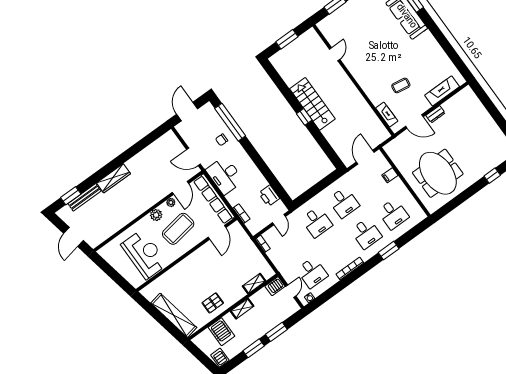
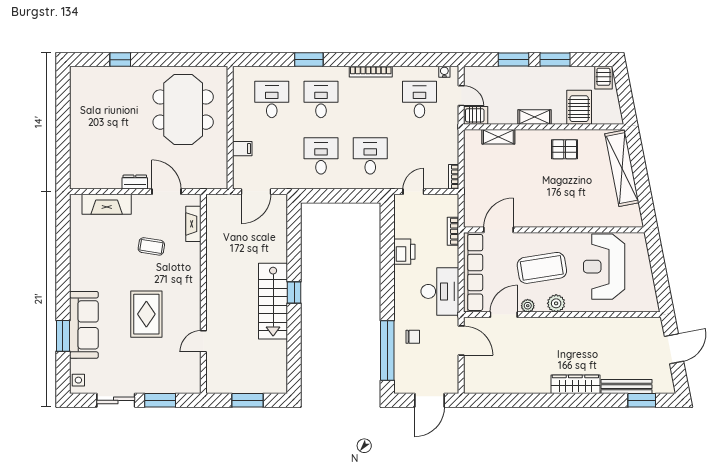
rug: (377, 46) -> (146, 314), added
printer: (269, 196) -> (404, 252), moved
door: (291, 291) -> (461, 96), swing flipped

